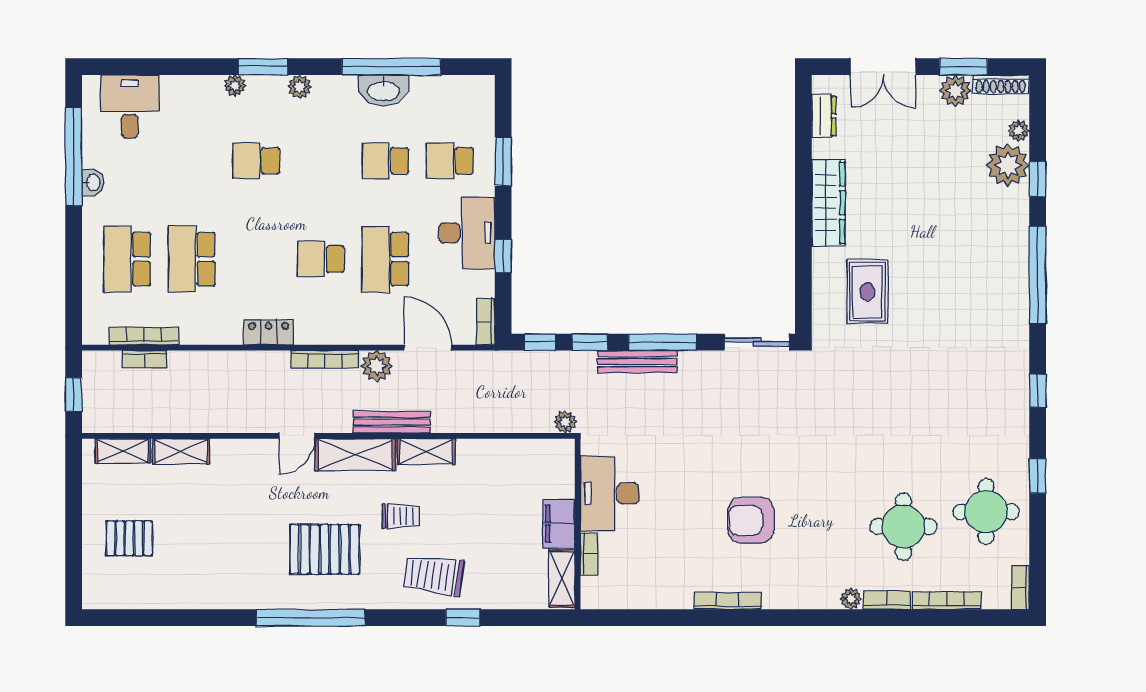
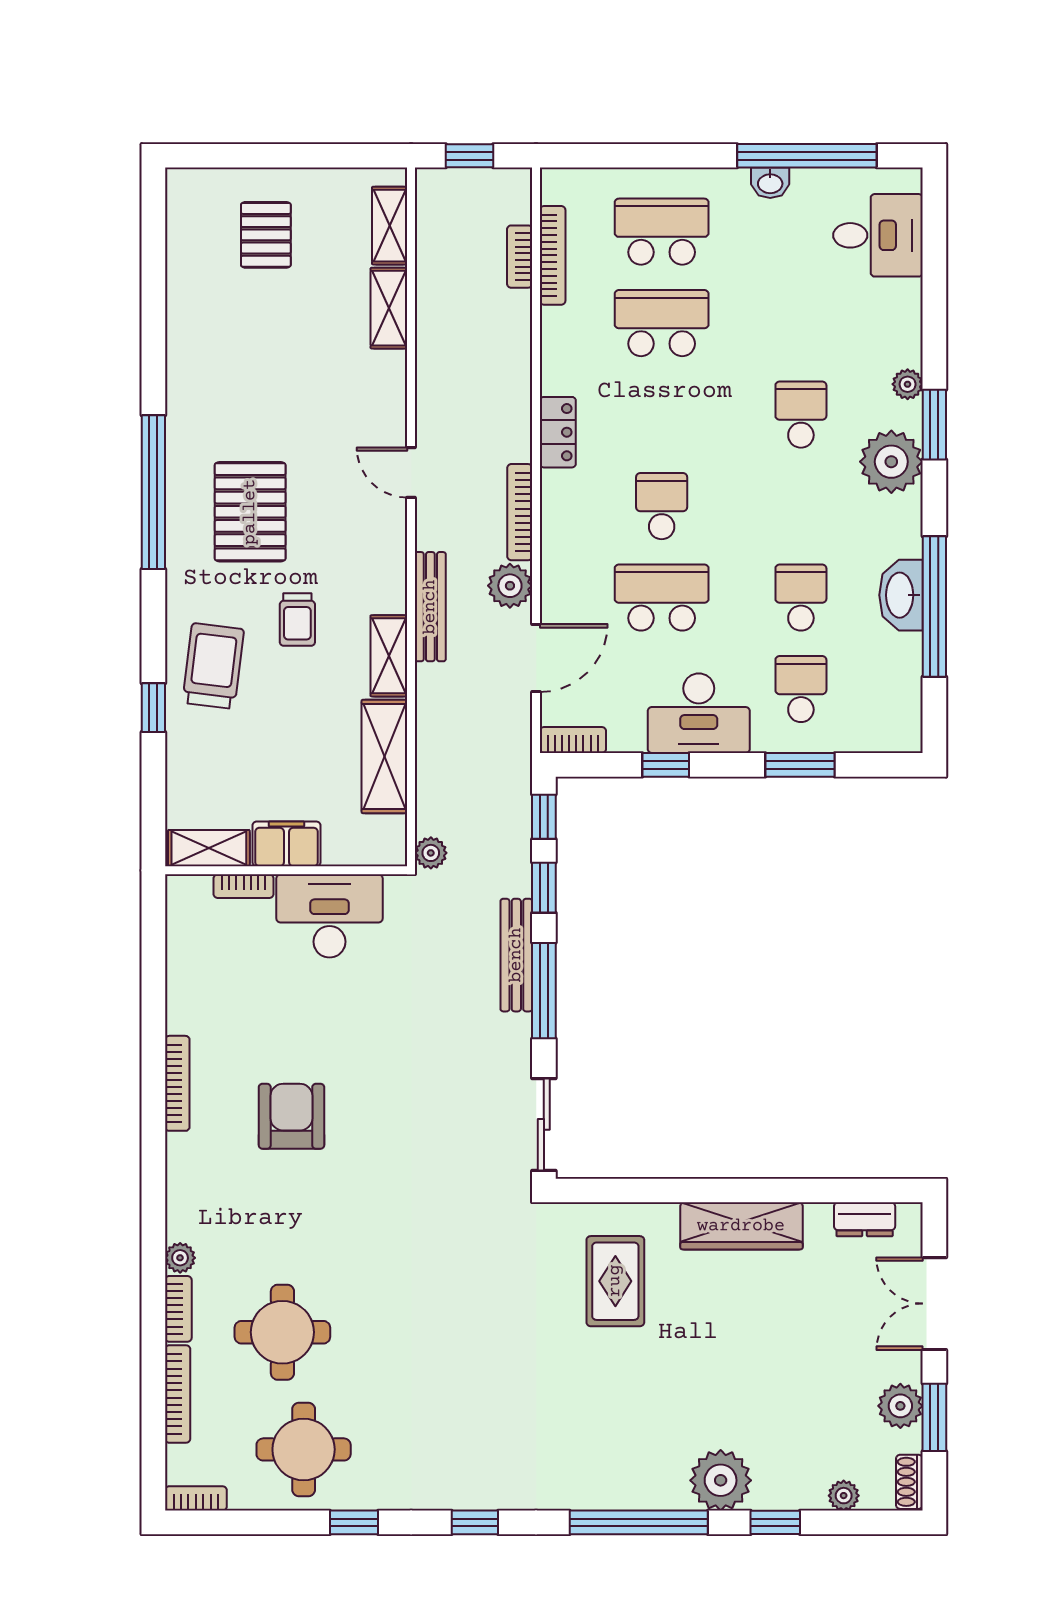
shoe rack: (1001, 84) -> (909, 1482), width x0.70
plant: (300, 87) -> (891, 462), width x1.88, depth x1.88
plant: (1008, 165) -> (721, 1480), moved
rug: (867, 292) -> (615, 1281), turned 90
shelving: (355, 455) -> (384, 756), moved

